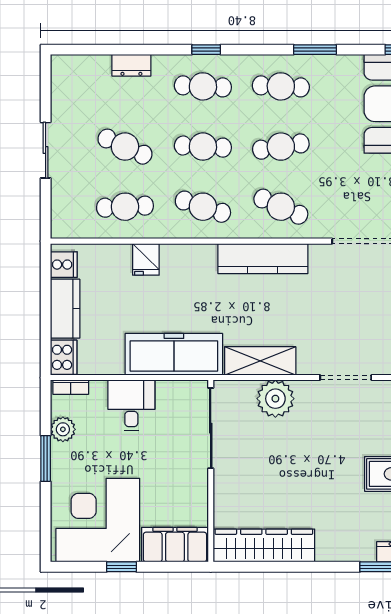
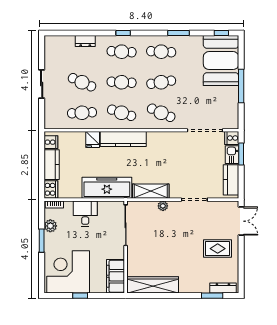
kitchen counter: (263, 259) -> (123, 139), moved
plant: (275, 399) -> (163, 206), width x0.53, depth x0.53
filing cabinet: (175, 545) -> (116, 276), moved, turned -90

